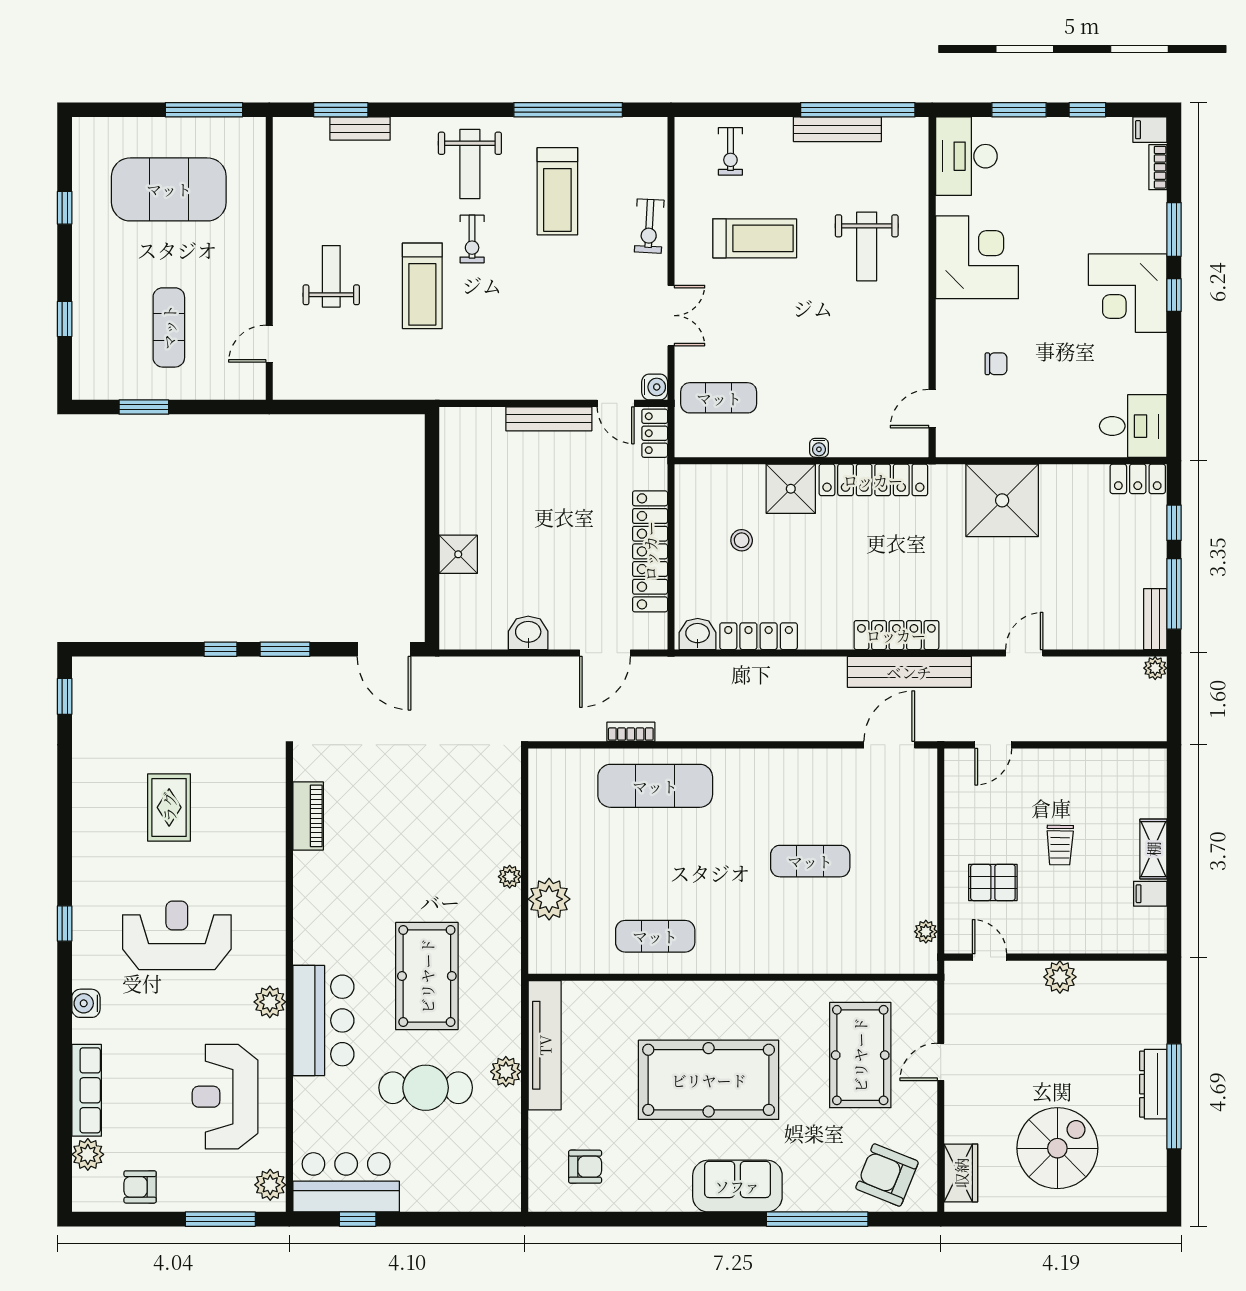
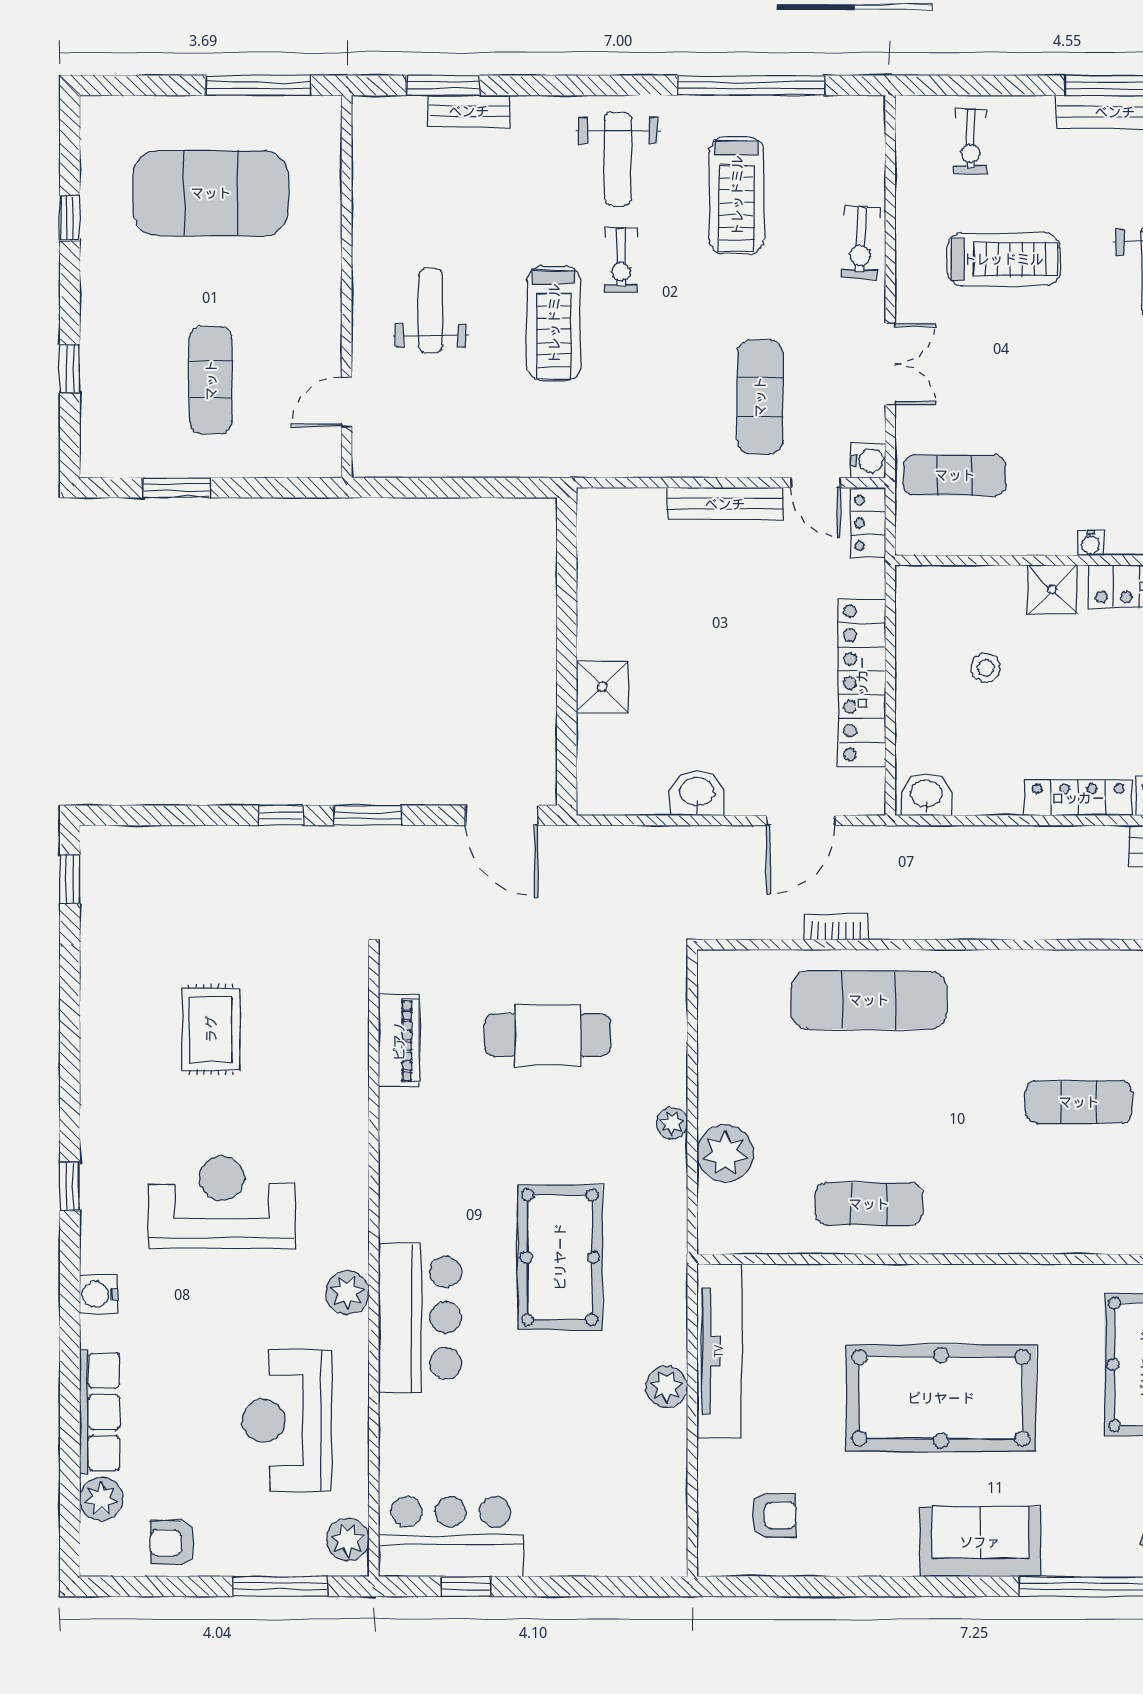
exercise mat: (575, 340) -> (760, 397), added
shower: (791, 489) -> (1052, 589), width x0.73, depth x0.73
locker: (759, 636) -> (1078, 798), moved
cafe table: (426, 1088) -> (548, 1035), moved

